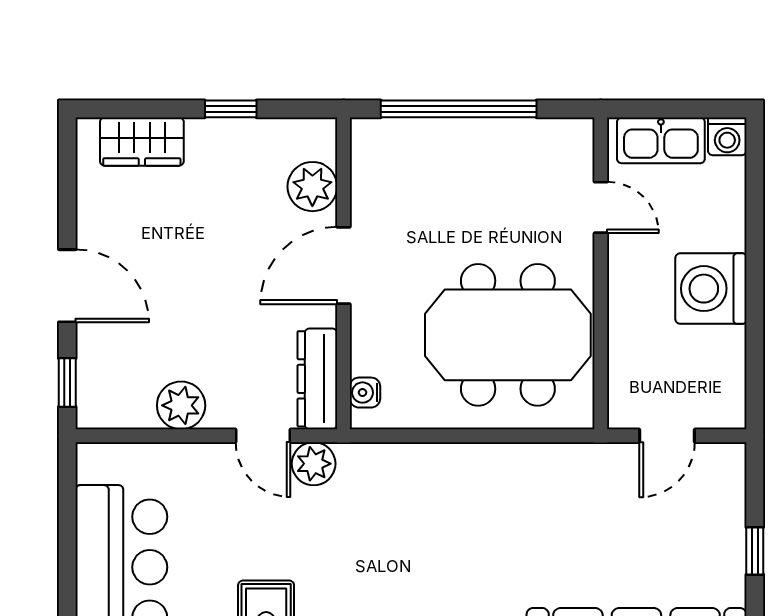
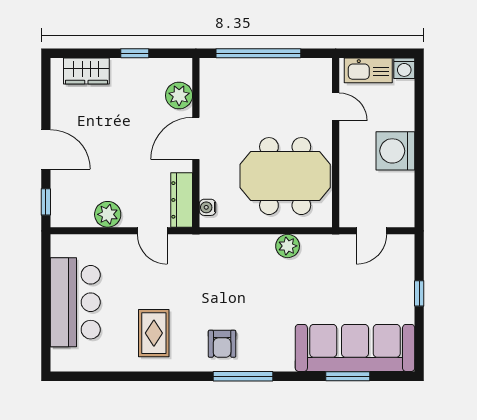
plant: (314, 464) -> (288, 246), moved

